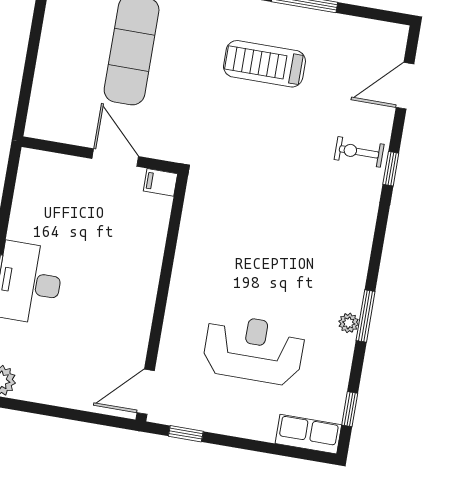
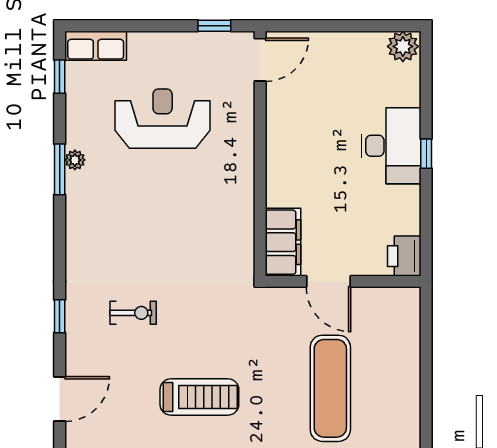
exercise bike: (359, 152) -> (133, 313), moved
printer: (35, 170) -> (404, 256), added
filing cabinet: (160, 182) -> (283, 242), width x3.00, depth x1.17
reception desk: (254, 349) -> (163, 119), turned 180

